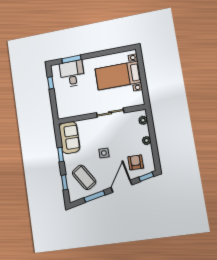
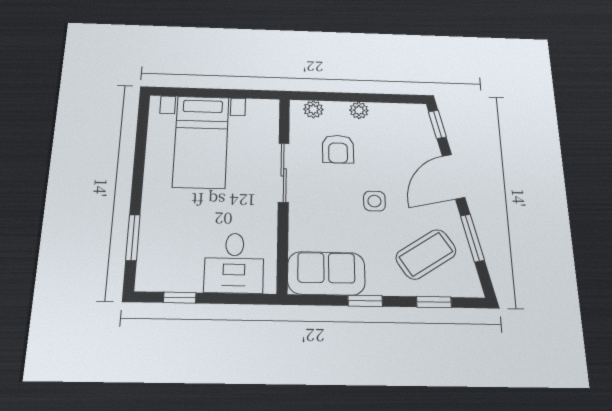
desk: (72, 74) -> (234, 263), moved, turned -90
armchair: (136, 162) -> (338, 149), moved, turned -90
door: (121, 186) -> (453, 177), hinge flipped

